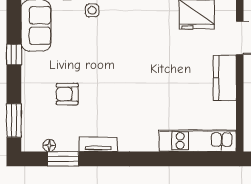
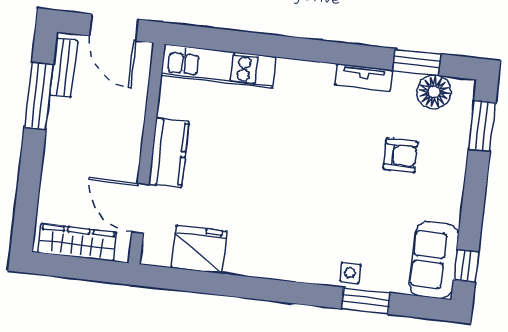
window: (14, 55) -> (466, 266), moved
floor lamp: (49, 145) -> (434, 92), width x1.89, depth x1.89

